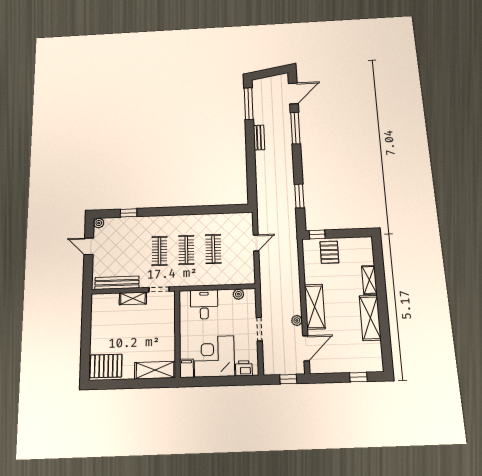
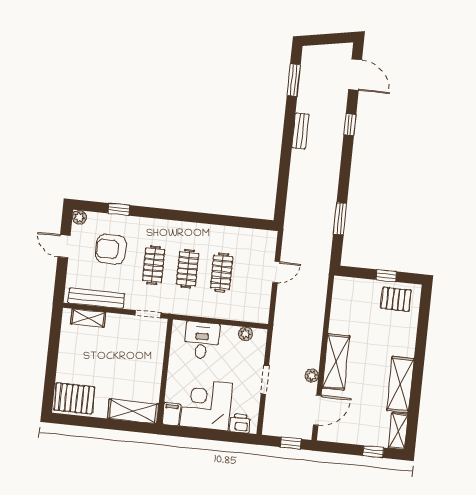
door: (293, 93) -> (355, 75), hinge flipped
window: (249, 104) -> (294, 80), width x0.69
window: (295, 128) -> (350, 125), width x0.46
window: (317, 234) -> (386, 276), moved
armchair: (125, 243) -> (111, 249), added
pallet: (329, 252) -> (396, 299), moved, turned 90
shelving: (369, 280) -> (398, 431), moved
shelving: (133, 298) -> (88, 318), moved

